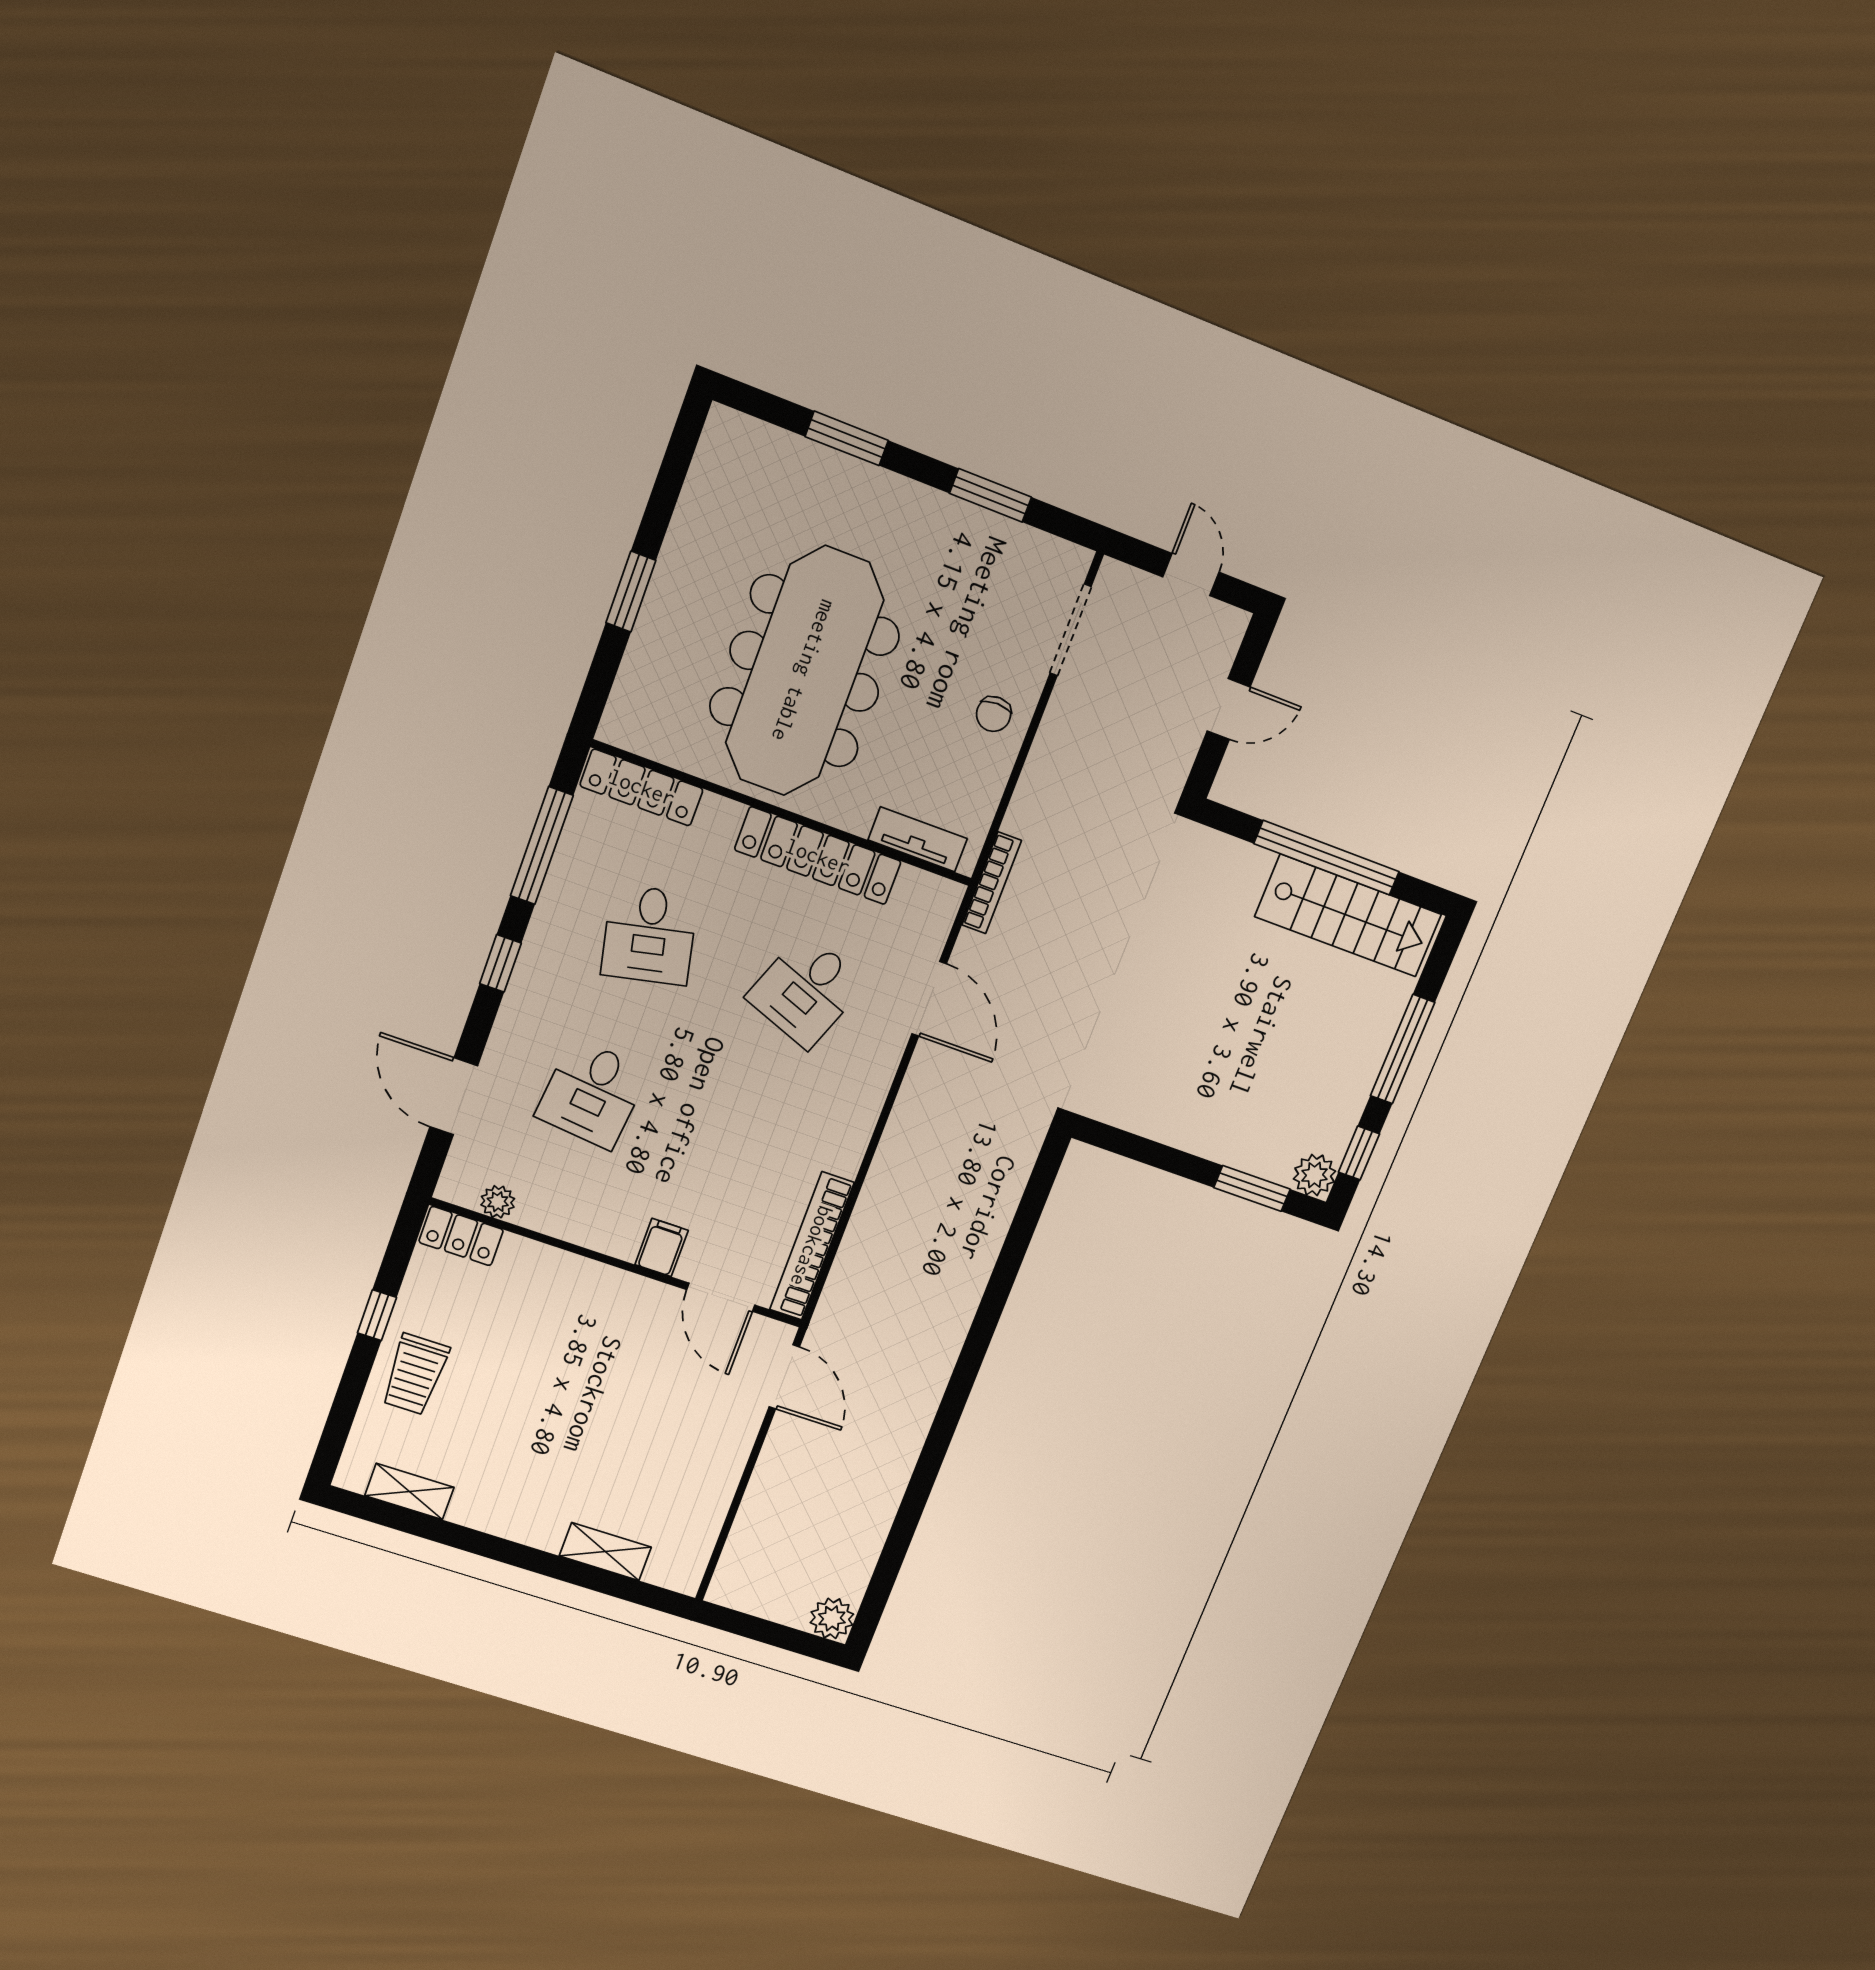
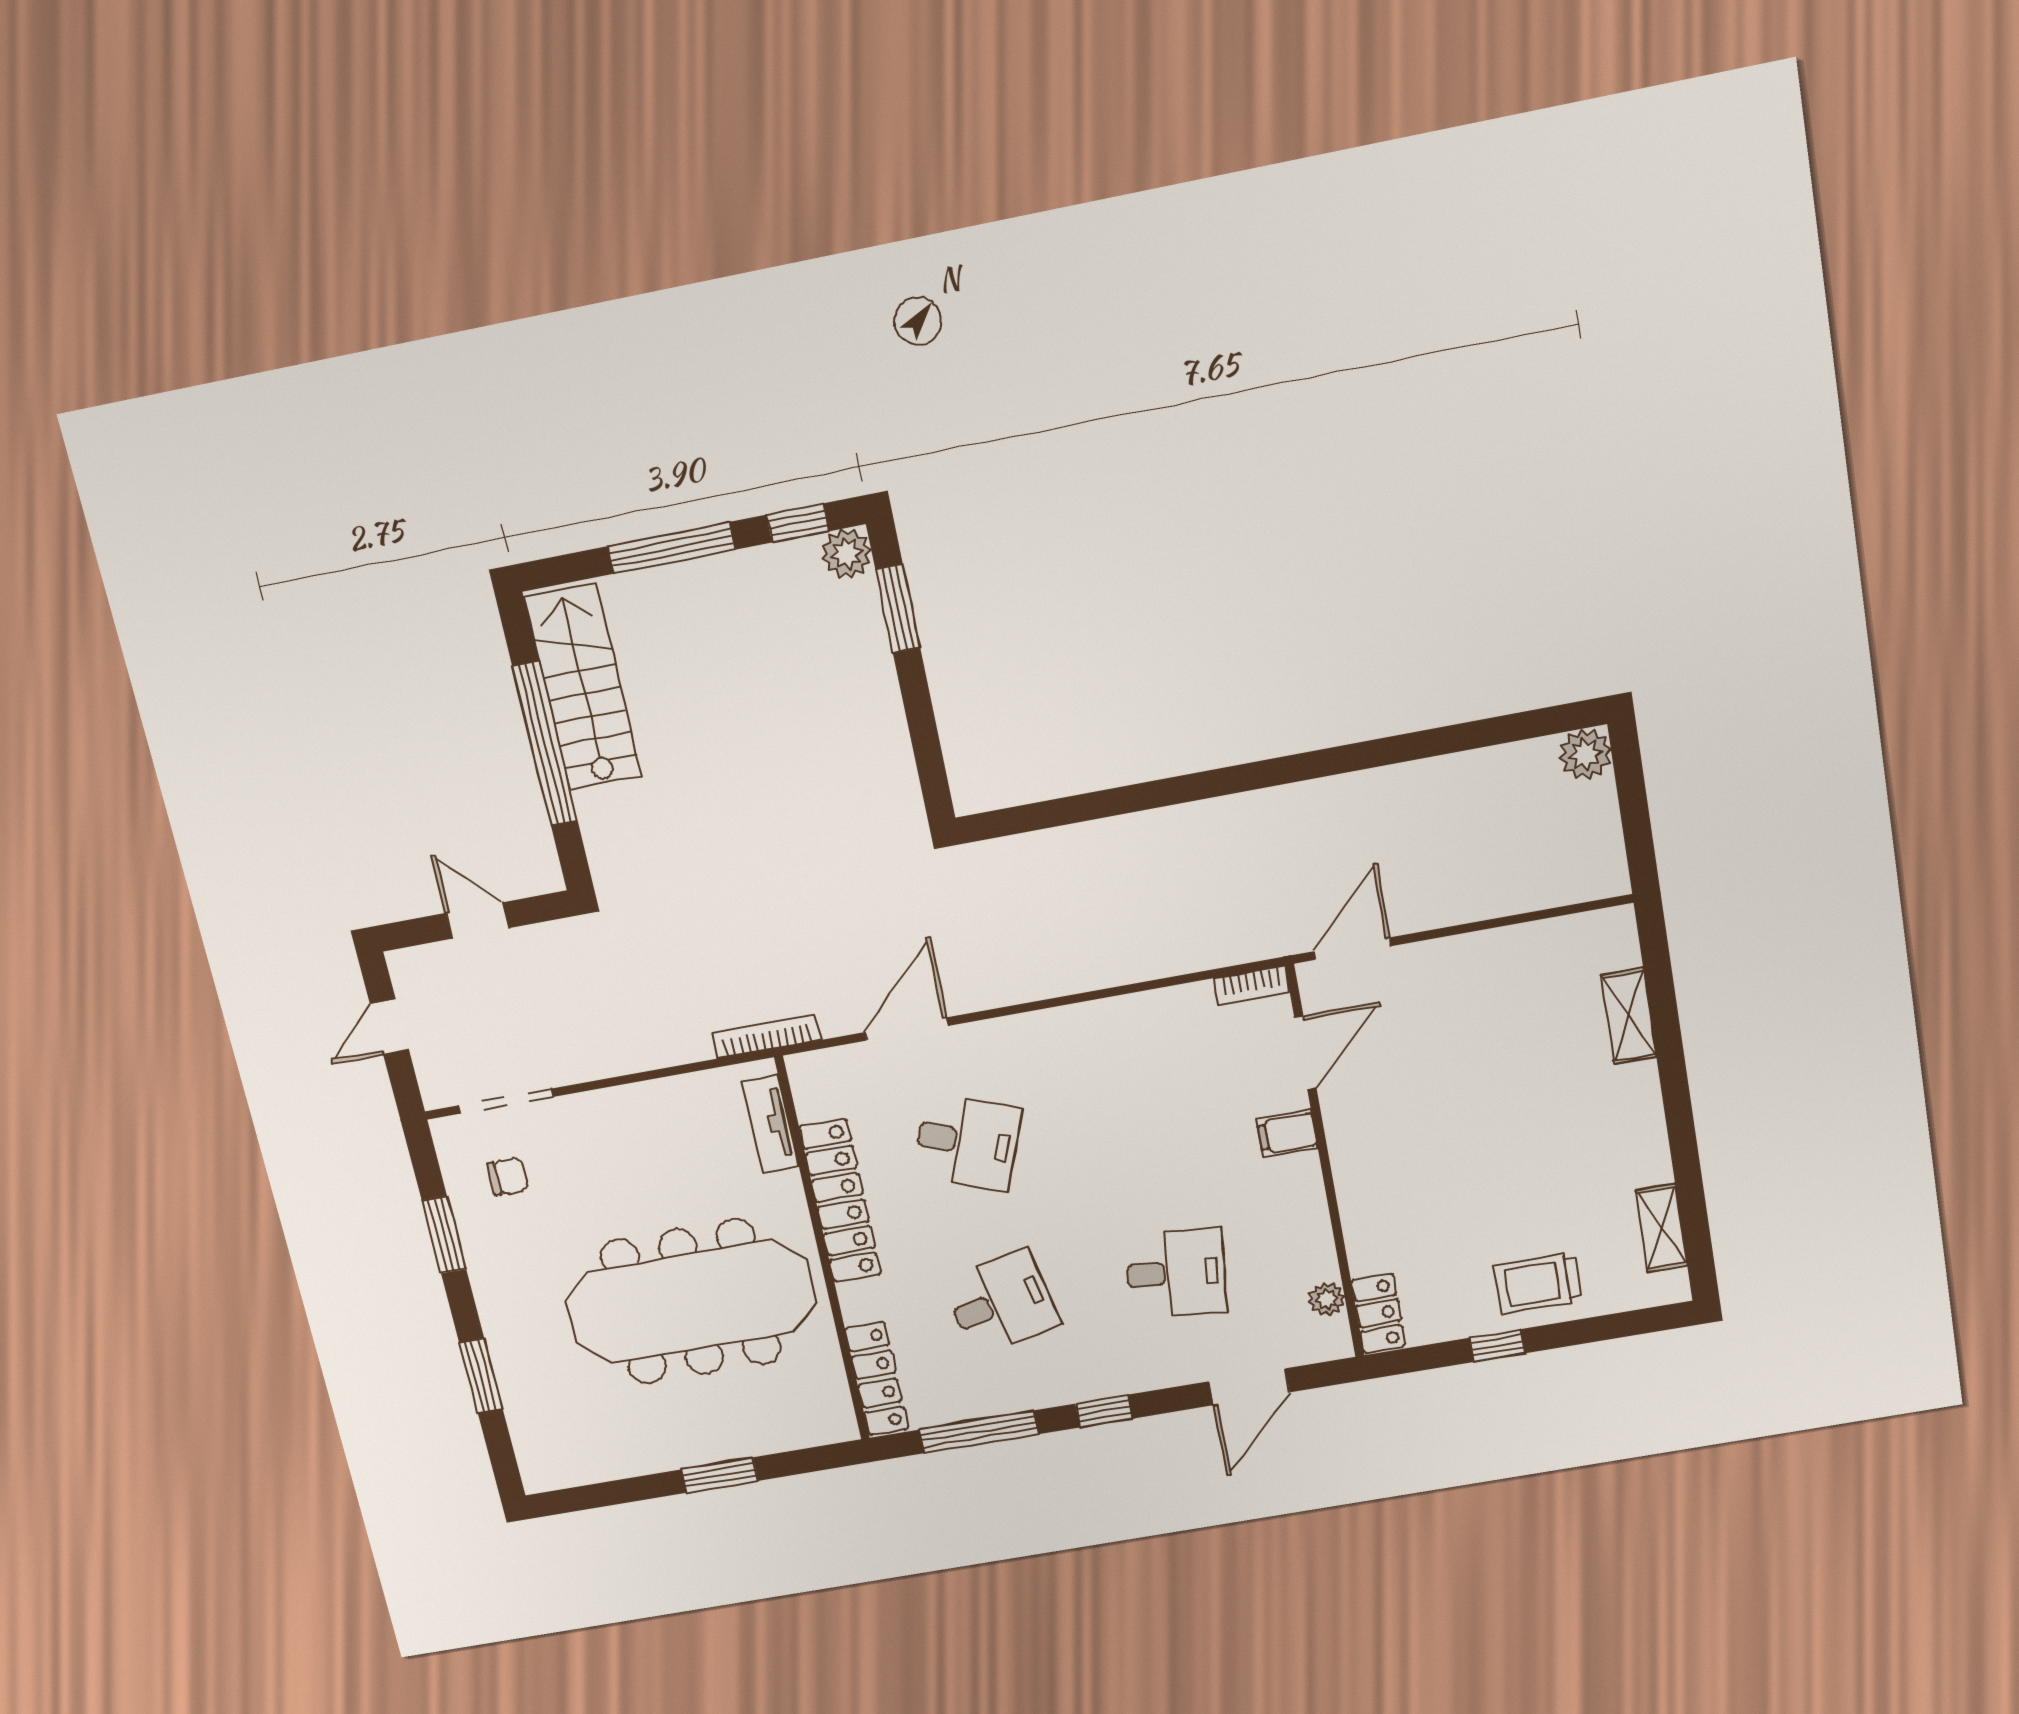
chair: (994, 714) -> (508, 1176), moved
bookcase: (812, 1246) -> (1252, 985), width x0.43, depth x0.76
trolley: (415, 1374) -> (1538, 1283), turned 180

